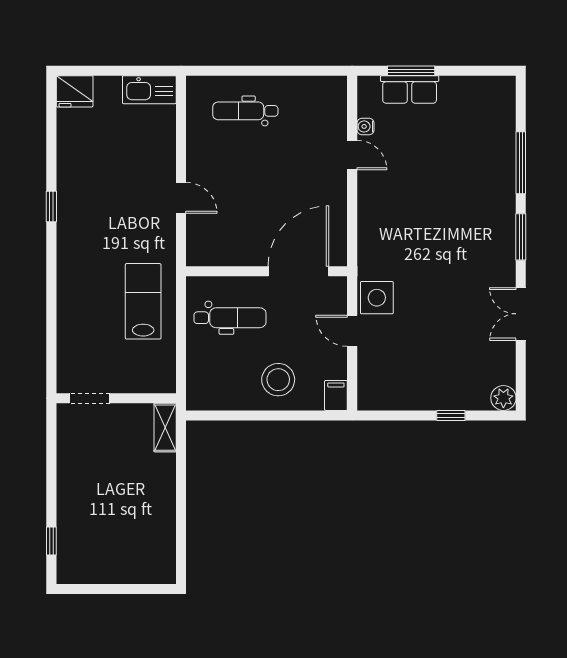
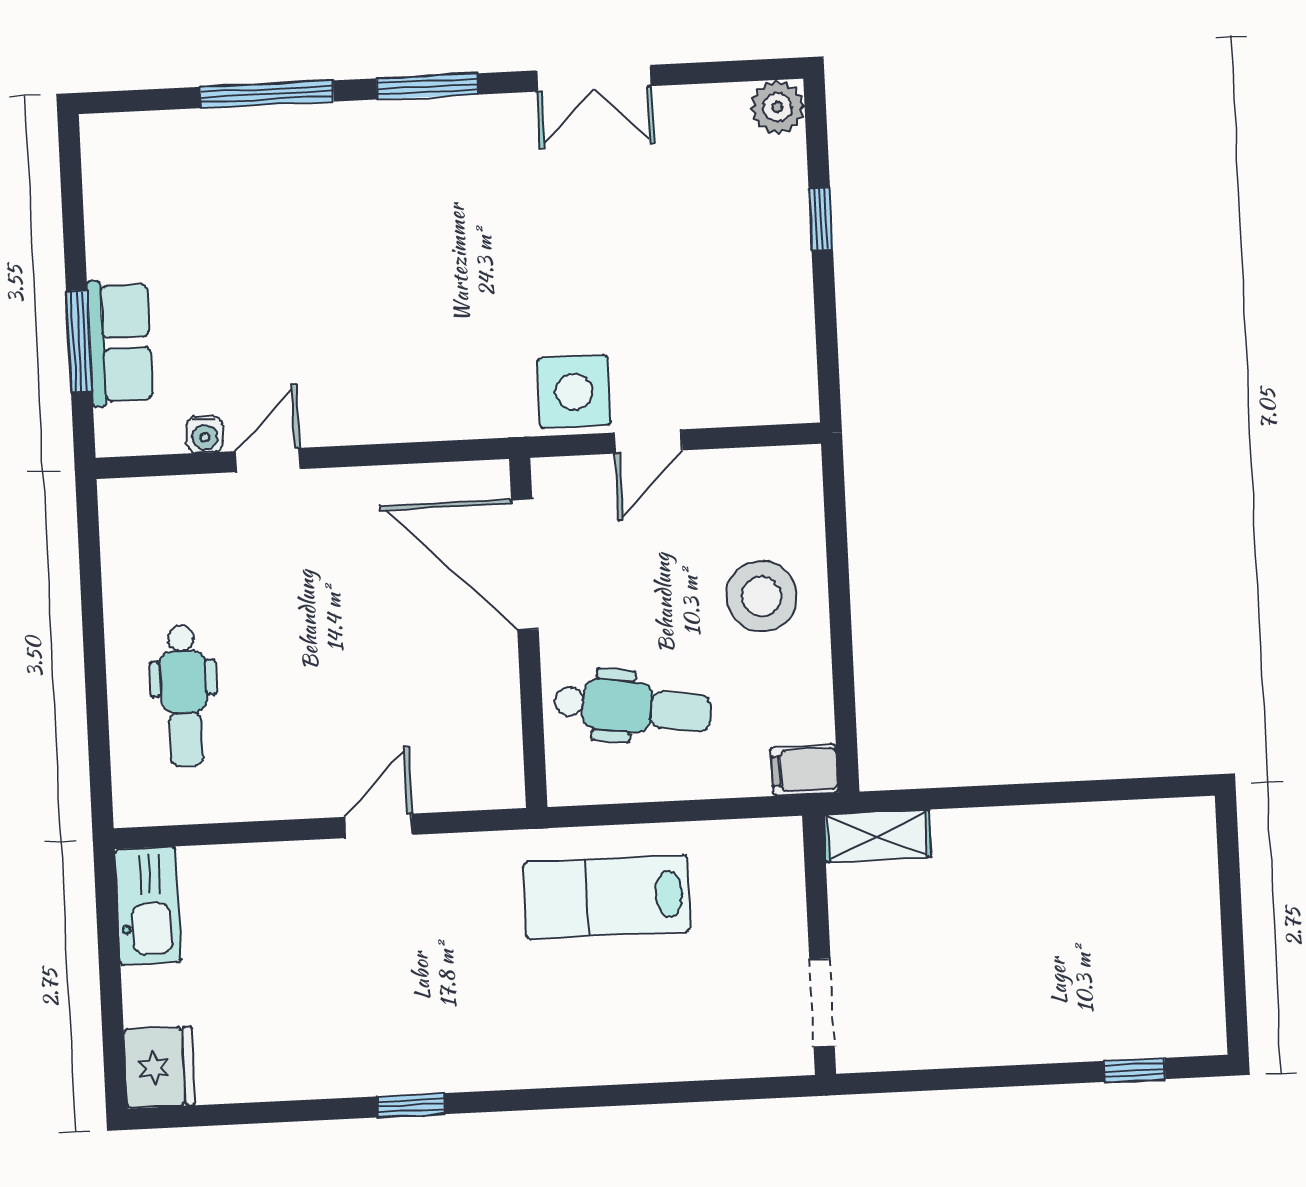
dental chair: (230, 318) -> (633, 707), turned 98
filing cabinet: (336, 395) -> (804, 770), moved

